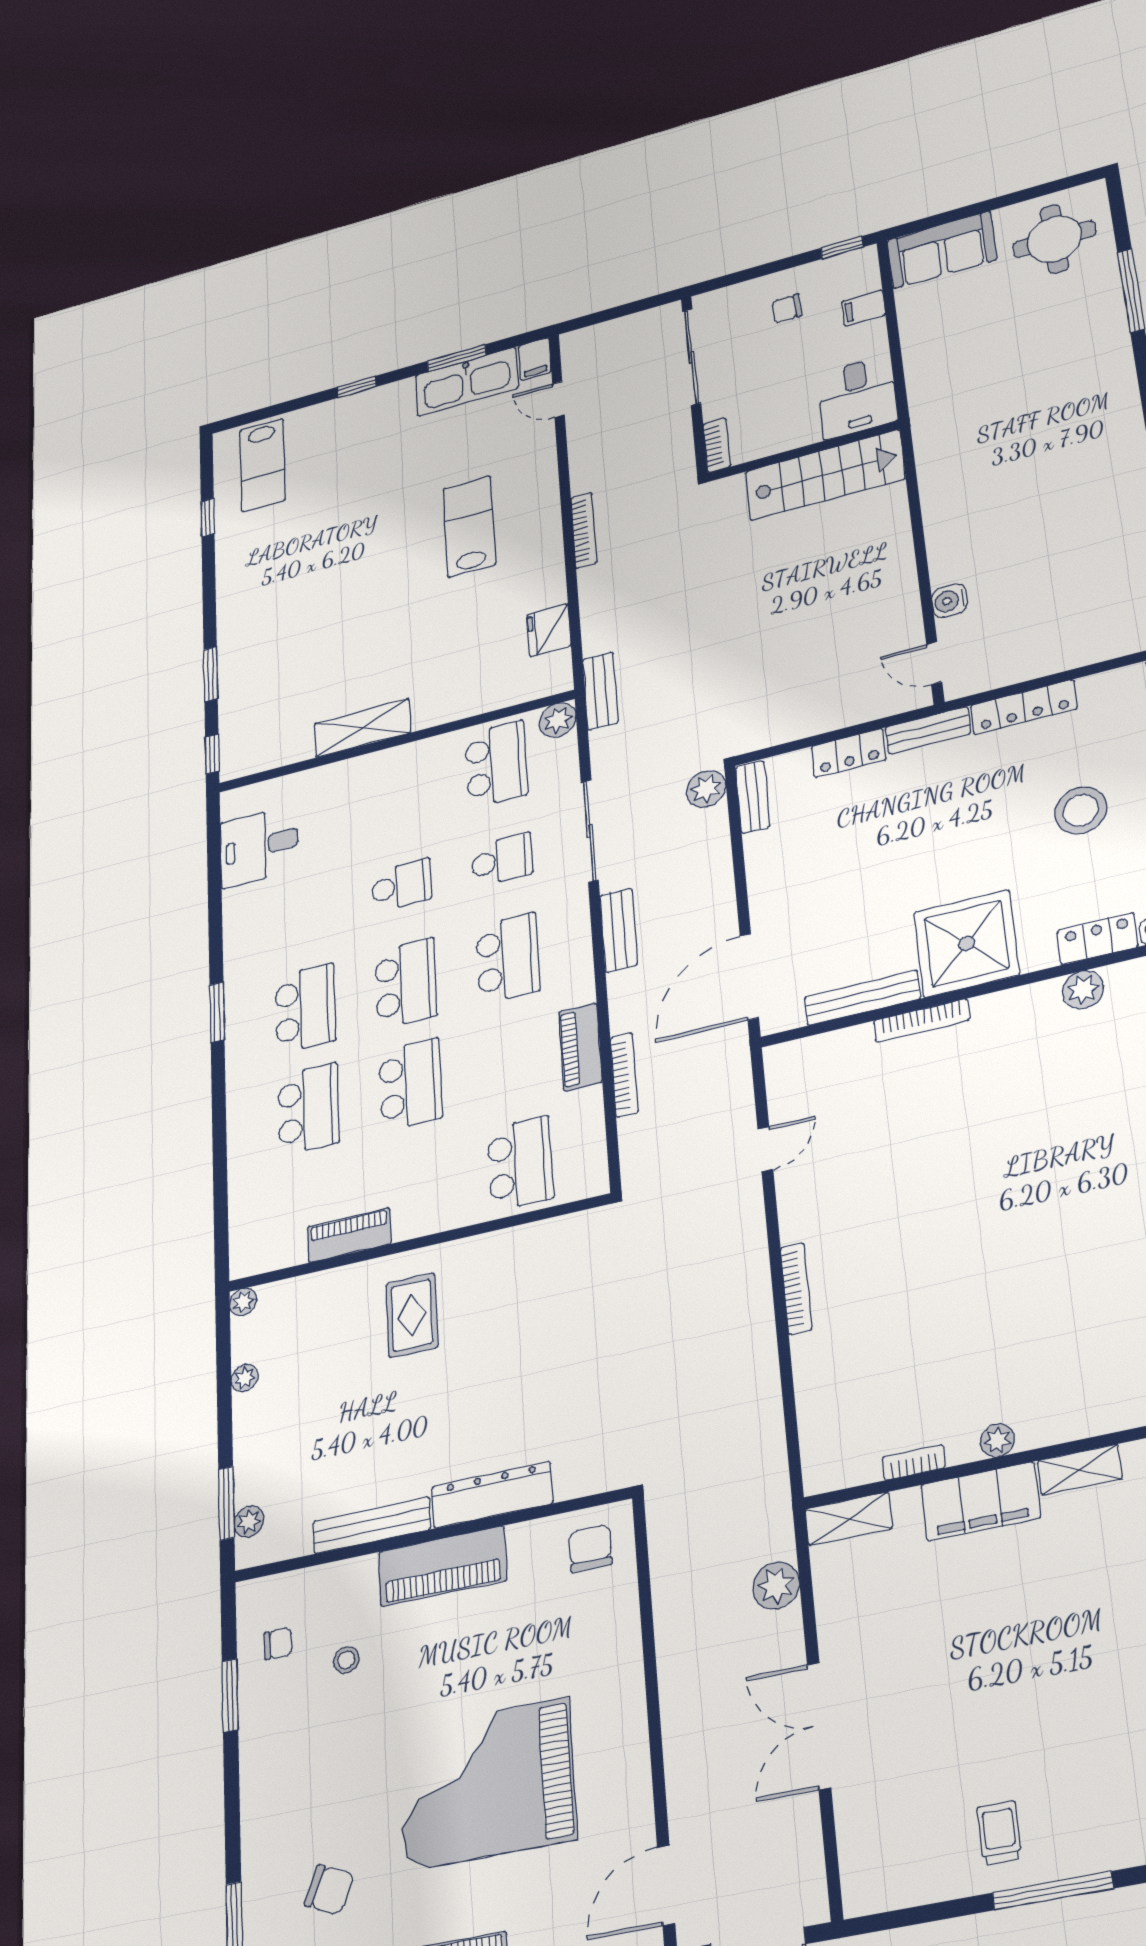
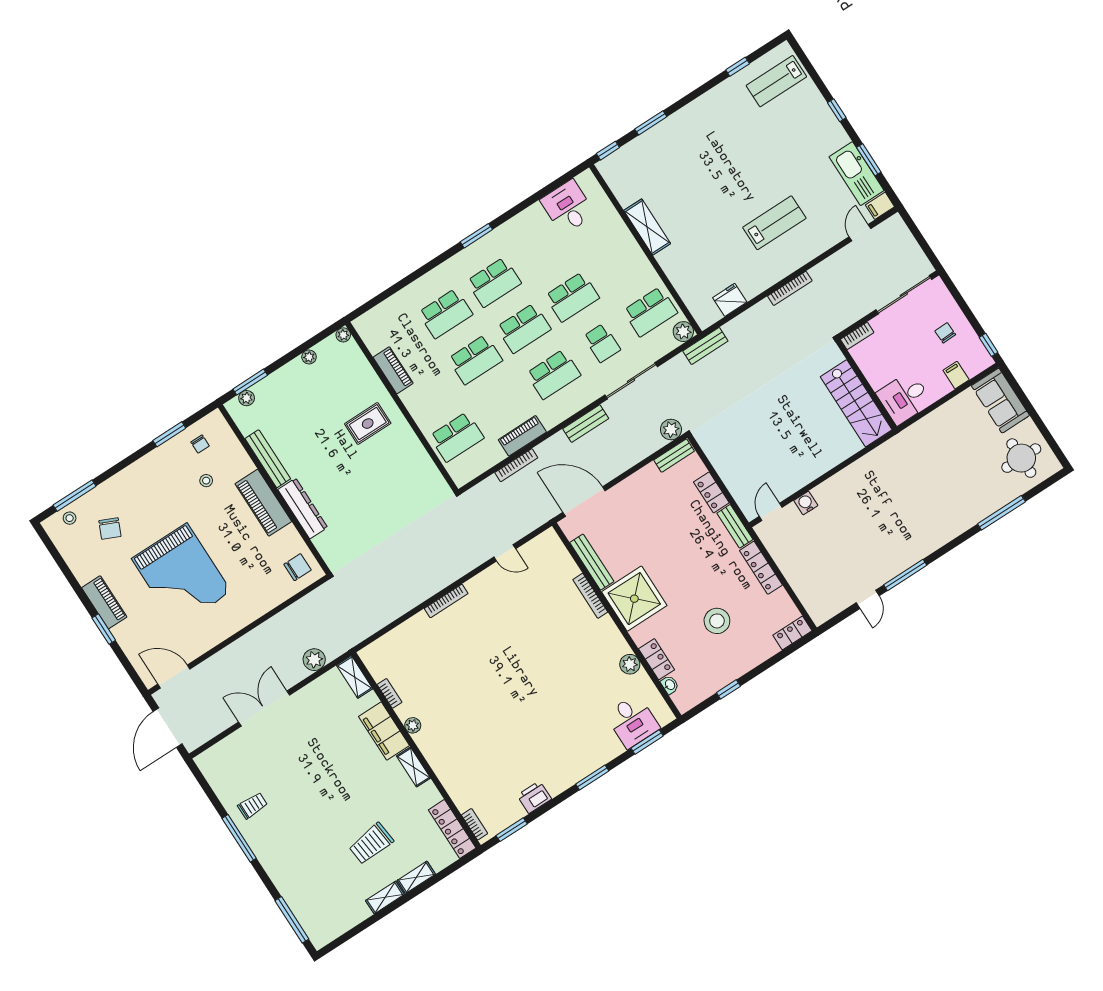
school desk: (401, 885) -> (572, 297), width x1.85
grand piano: (487, 1784) -> (181, 575), turned 180

